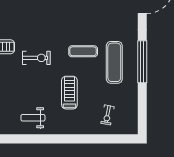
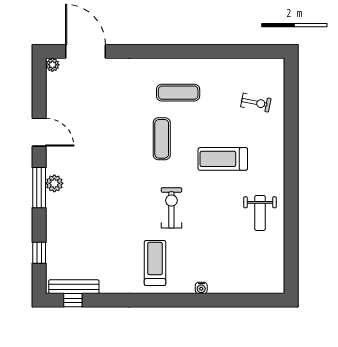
exercise mat: (114, 62) -> (178, 93), width x0.73, depth x0.69
window: (142, 62) -> (177, 51), removed

